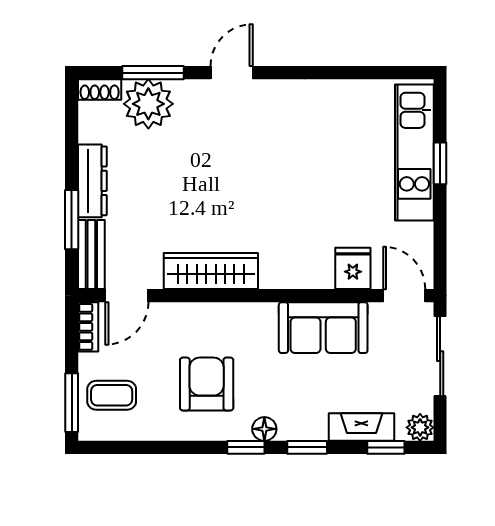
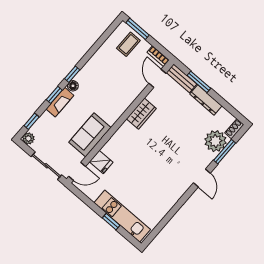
wardrobe: (211, 271) -> (141, 114), width x0.67
armchair: (207, 384) -> (105, 79), removed
fireplace: (361, 427) -> (60, 102), moved

